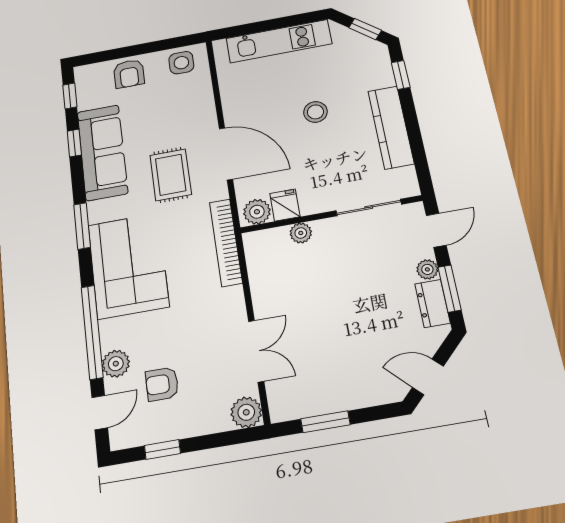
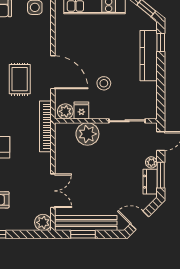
stool: (315, 112) -> (104, 83), moved
kitchen counter: (391, 127) -> (149, 56), moved
plant: (301, 233) -> (87, 134), width x1.88, depth x1.88
bench: (327, 399) -> (86, 223), added

